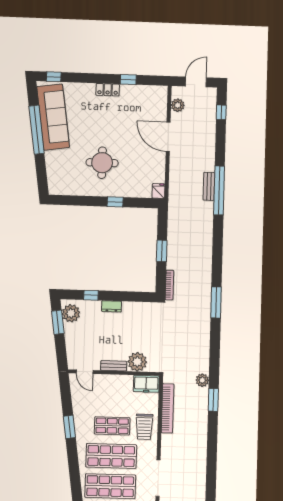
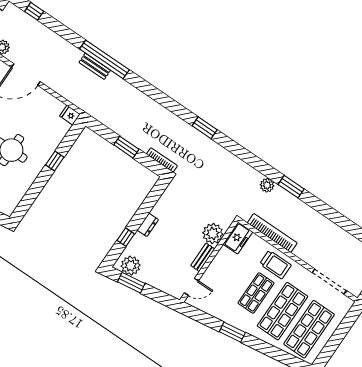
window: (216, 302) -> (205, 128), width x0.69

